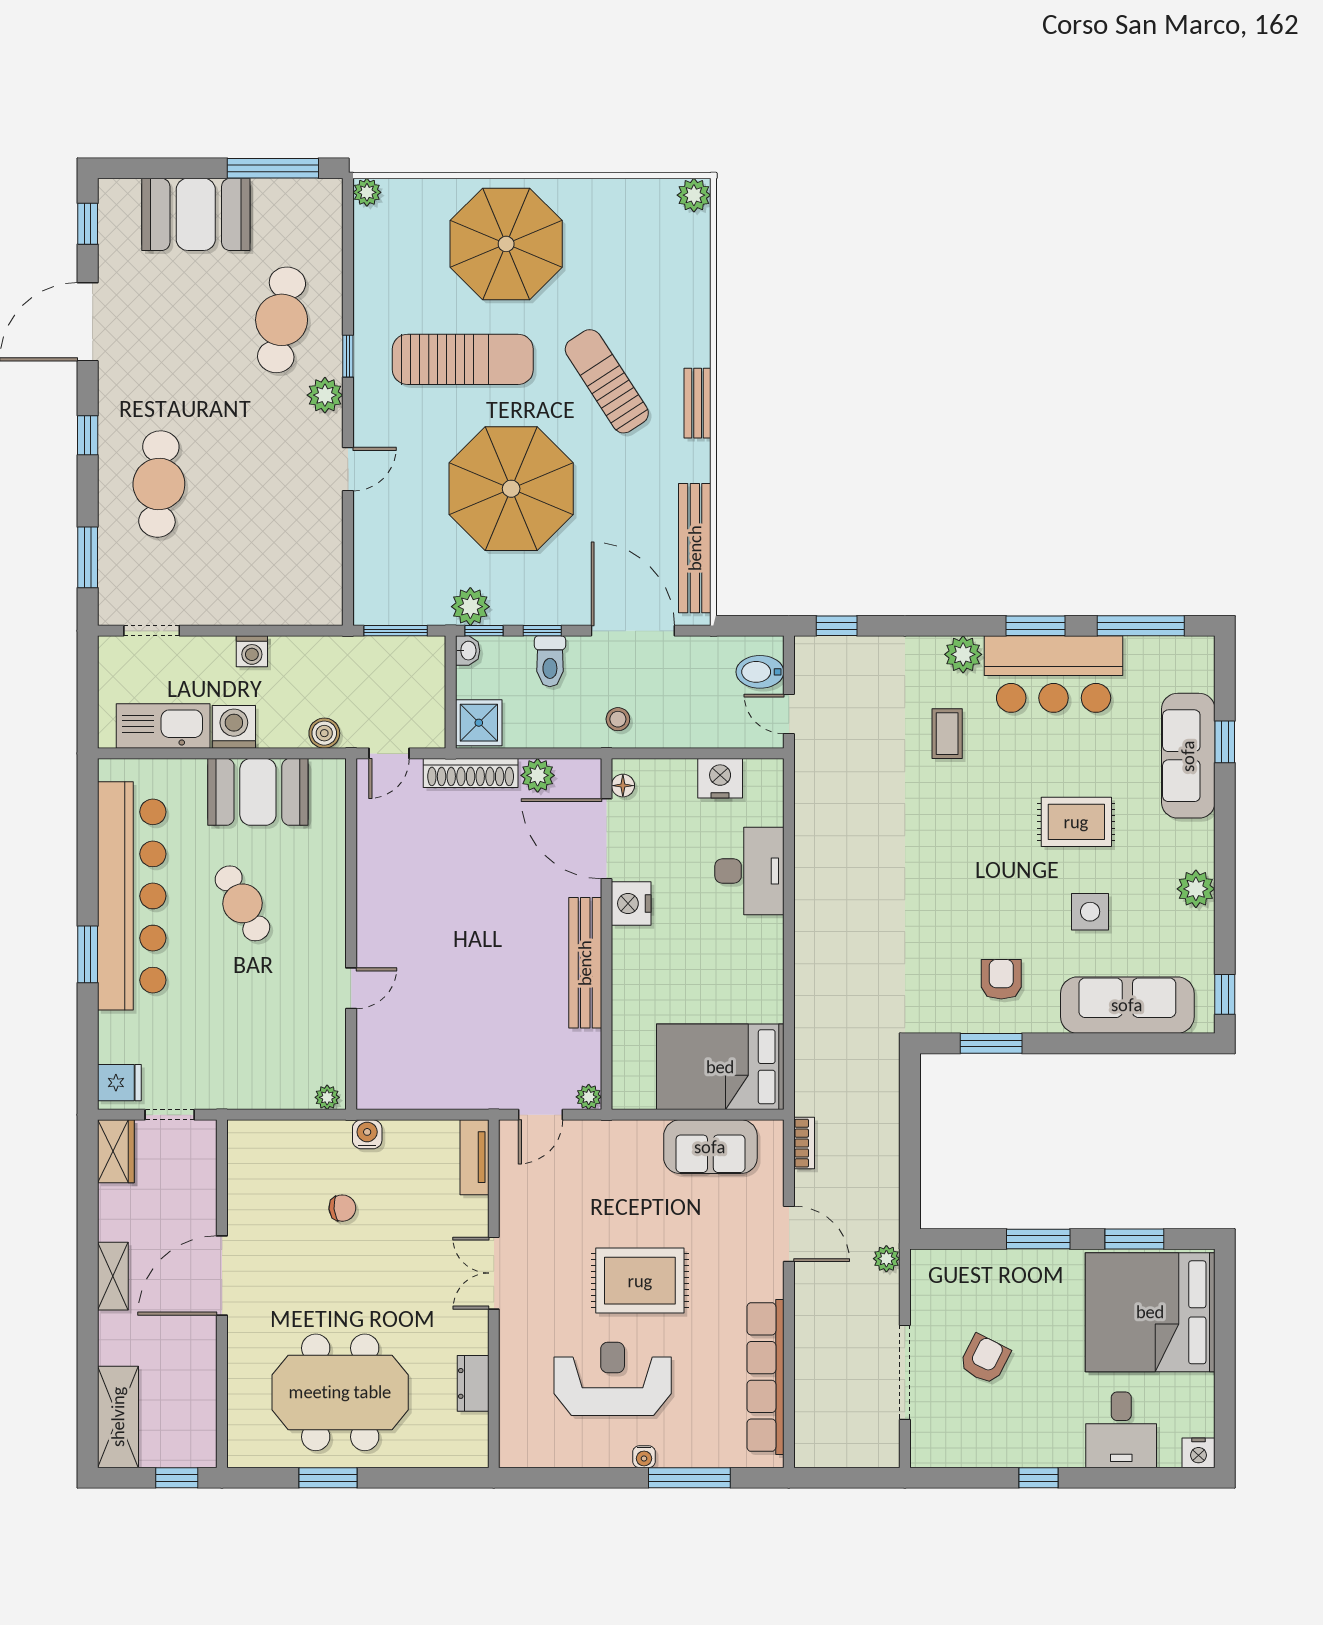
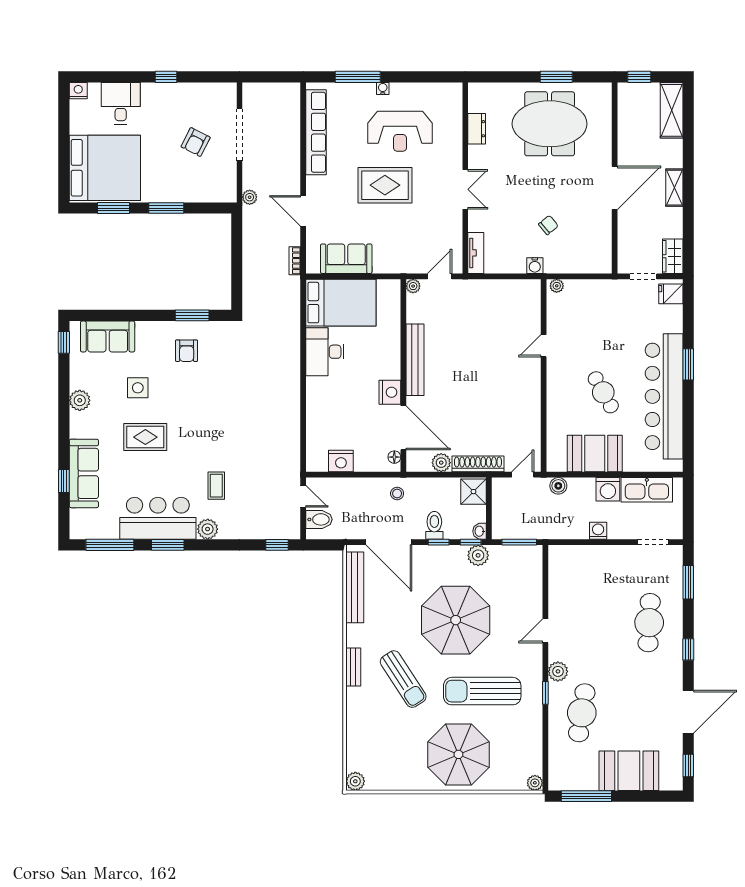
desk: (749, 871) -> (325, 352), moved
sofa: (1127, 1005) -> (108, 336), width x0.73
chair: (342, 1208) -> (548, 225), turned 146

